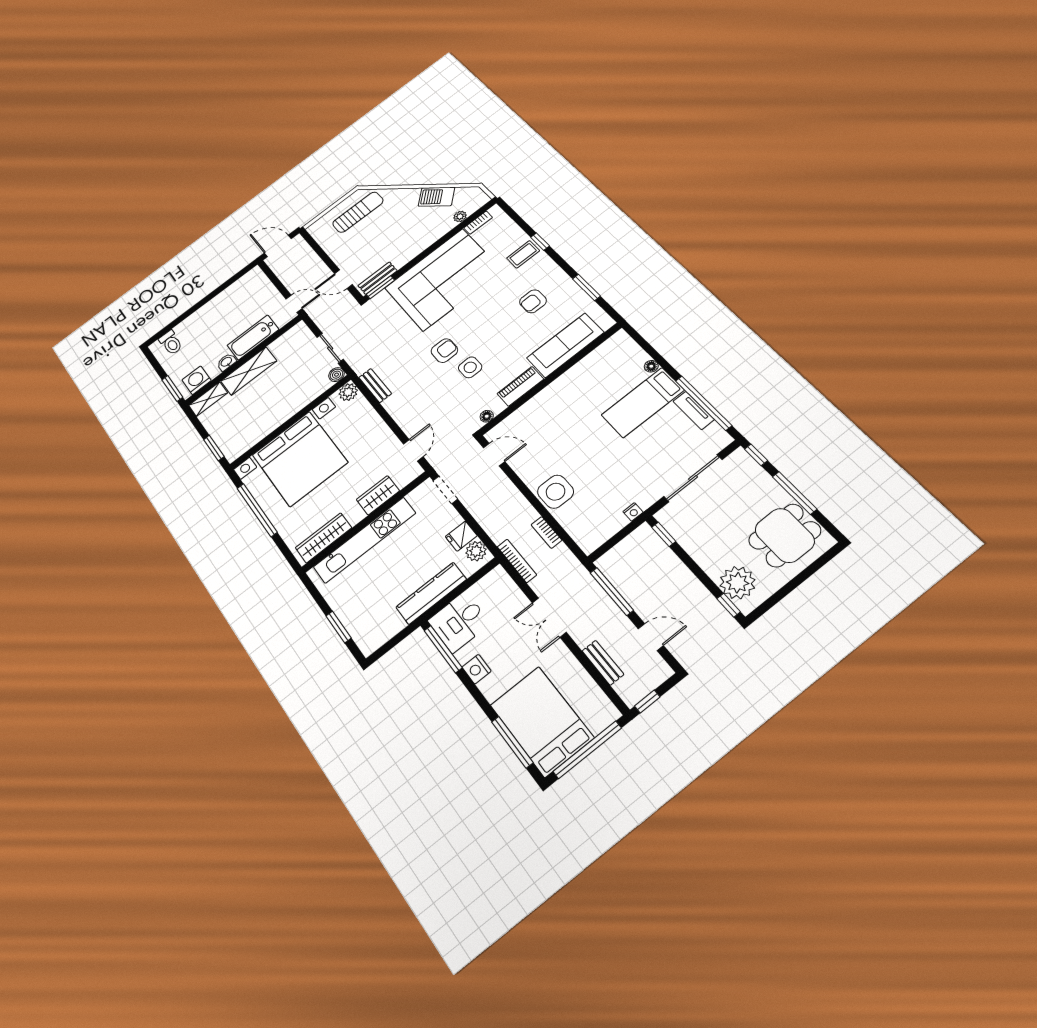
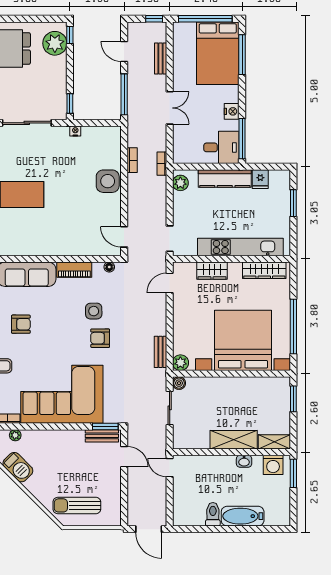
bathtub: (253, 337) -> (243, 516), moved, turned 180
toilet: (171, 343) -> (213, 514), moved
fridge: (461, 536) -> (260, 179), moved, turned 90
bookcase: (517, 561) -> (162, 164), width x0.64

